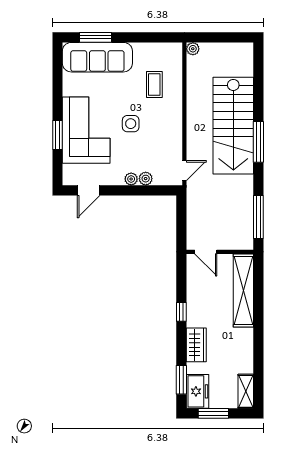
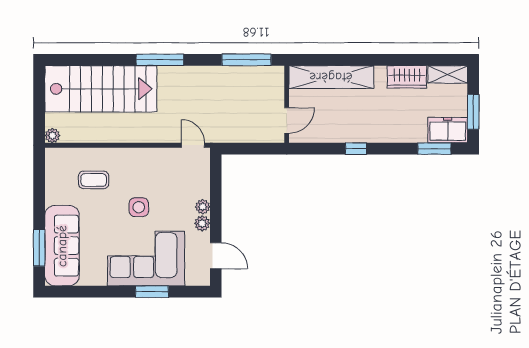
stairs: (233, 126) -> (101, 89), moved
plant: (146, 179) -> (202, 223), moved
wardrobe: (196, 345) -> (407, 77), moved, turned 180

